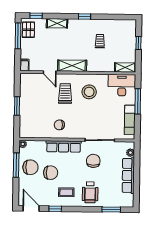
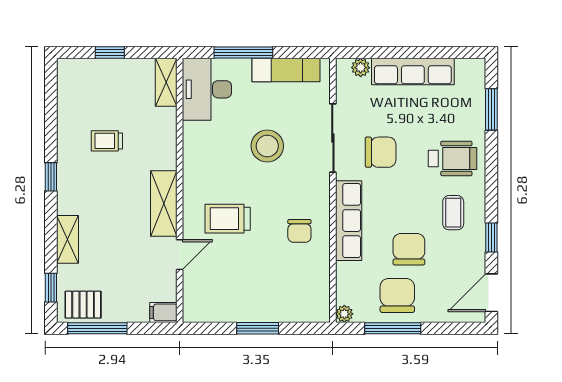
stool: (89, 92) -> (267, 146), moved
chair: (93, 161) -> (381, 152), turned 180

